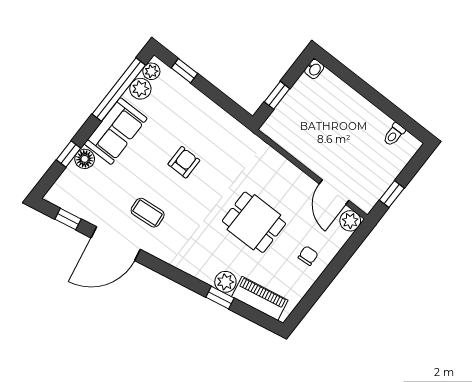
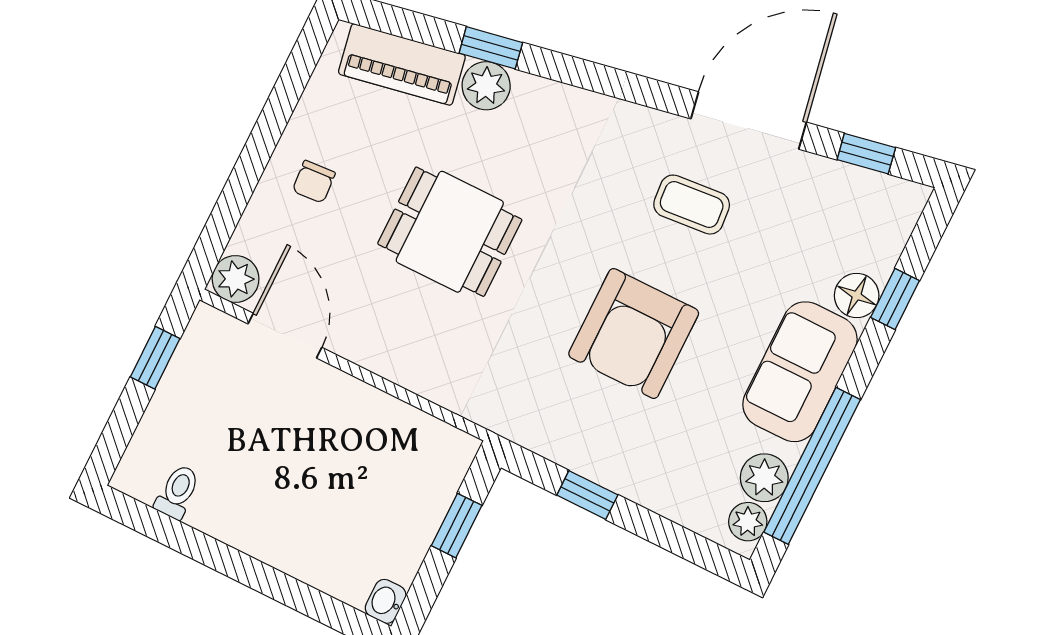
window: (185, 71) -> (587, 495), moved
armchair: (184, 162) -> (634, 333), width x1.88, depth x1.88

